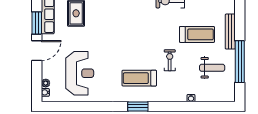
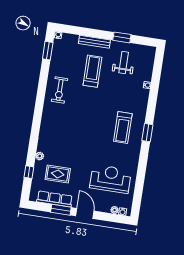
exercise bike: (170, 60) -> (111, 99), removed
window: (240, 62) -> (122, 37), width x0.47

